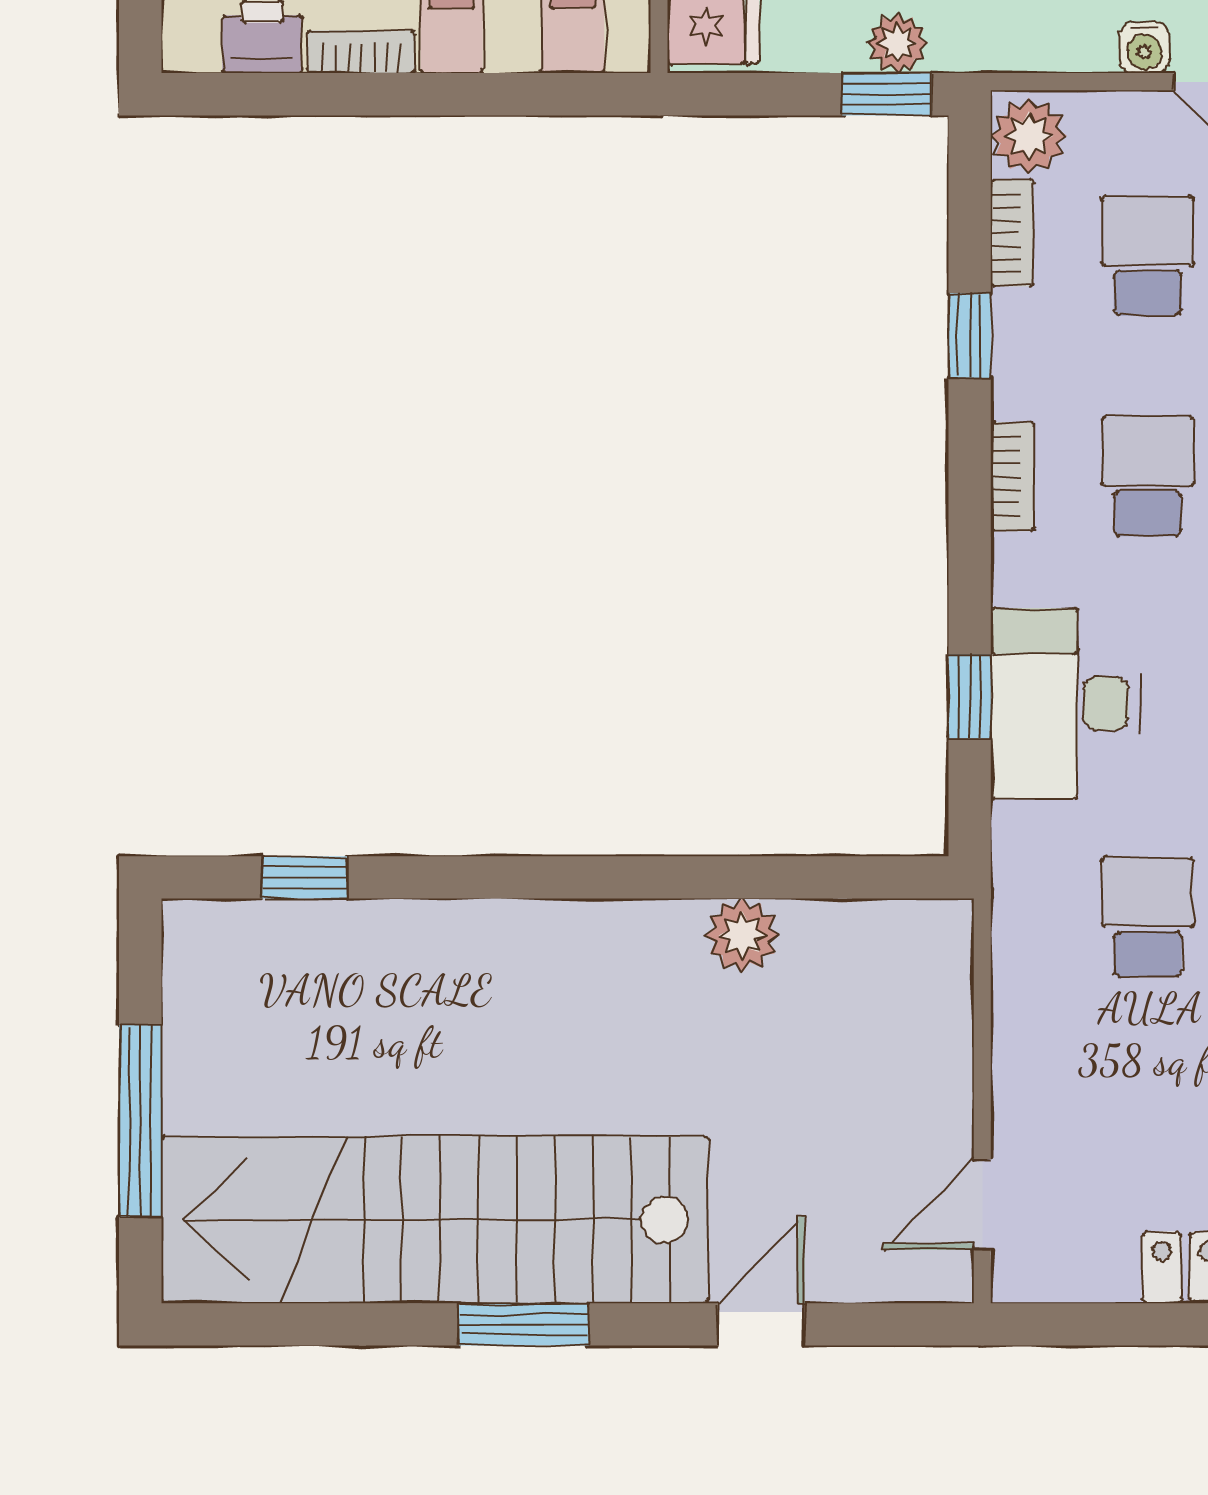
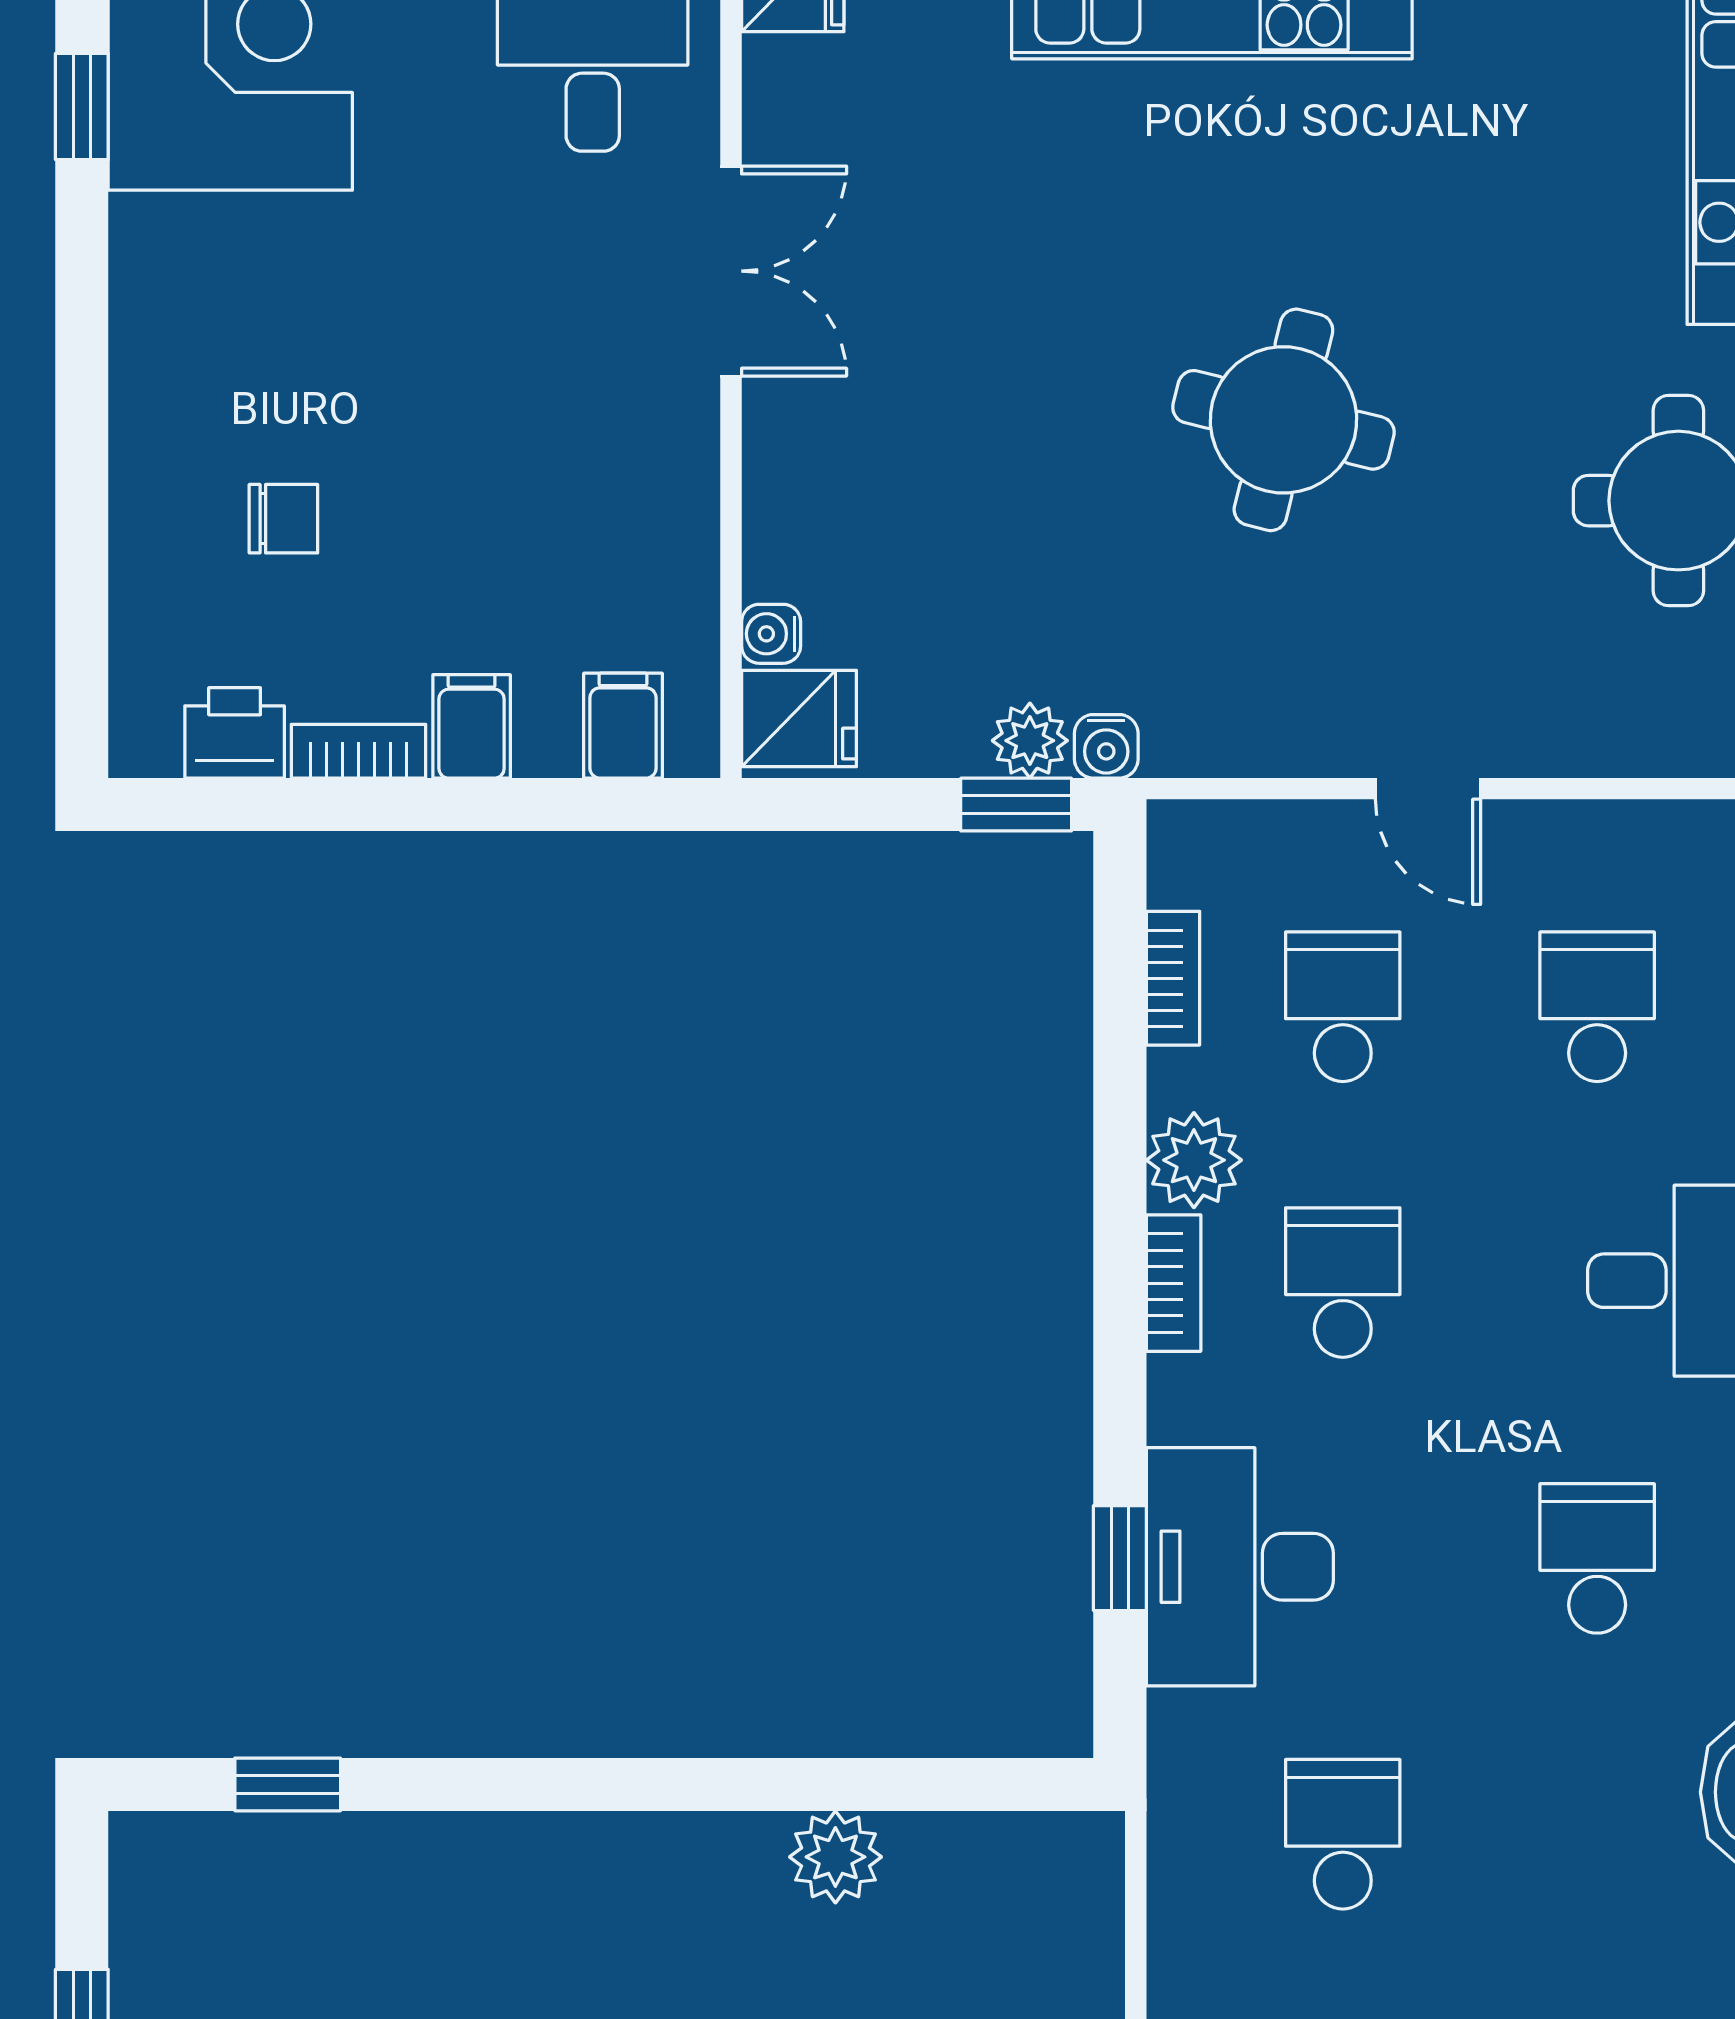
water cooler: (1144, 48) -> (1106, 746), moved
plant: (1029, 136) -> (1194, 1160), moved
window: (970, 336) -> (1120, 1106), removed

